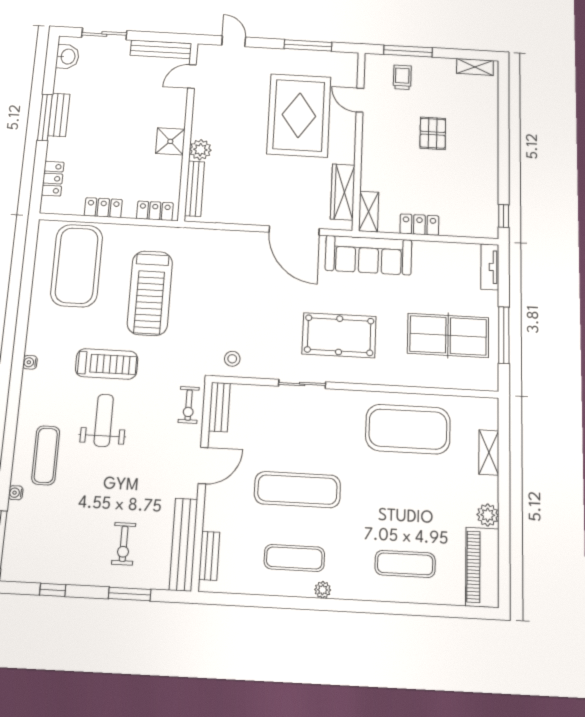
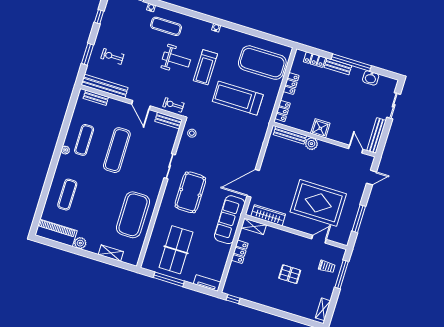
washbasin: (67, 57) -> (371, 78), moved
bench: (59, 115) -> (338, 66), moved
window: (45, 117) -> (351, 62), width x1.46

